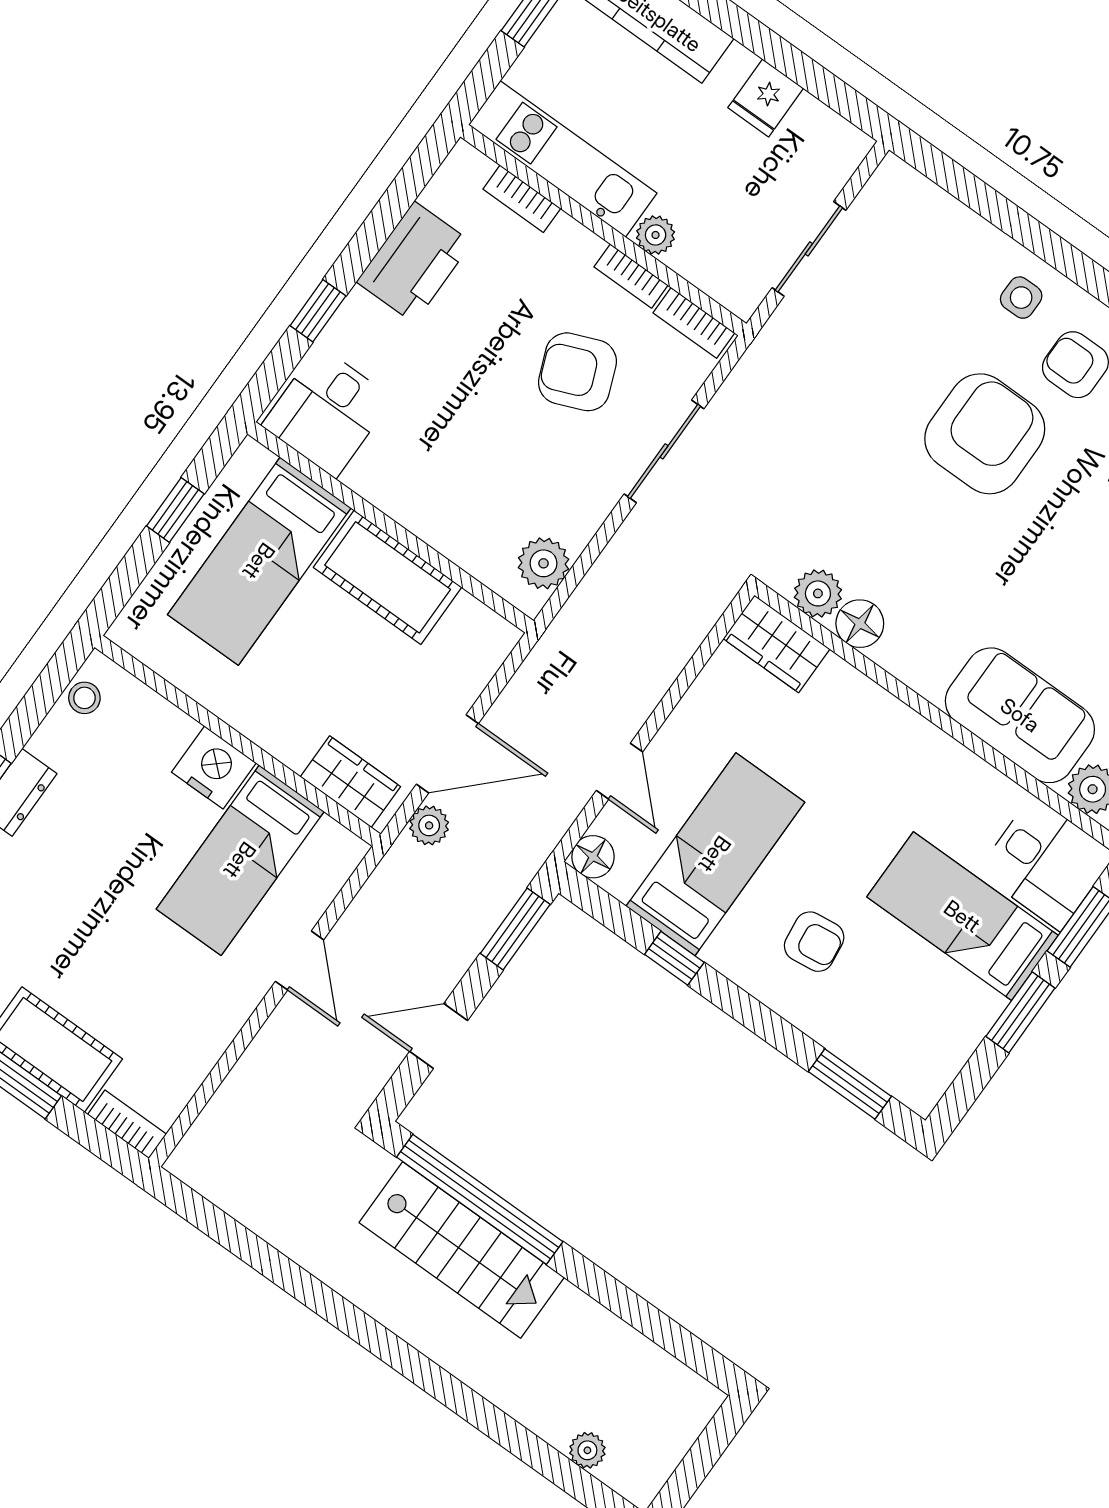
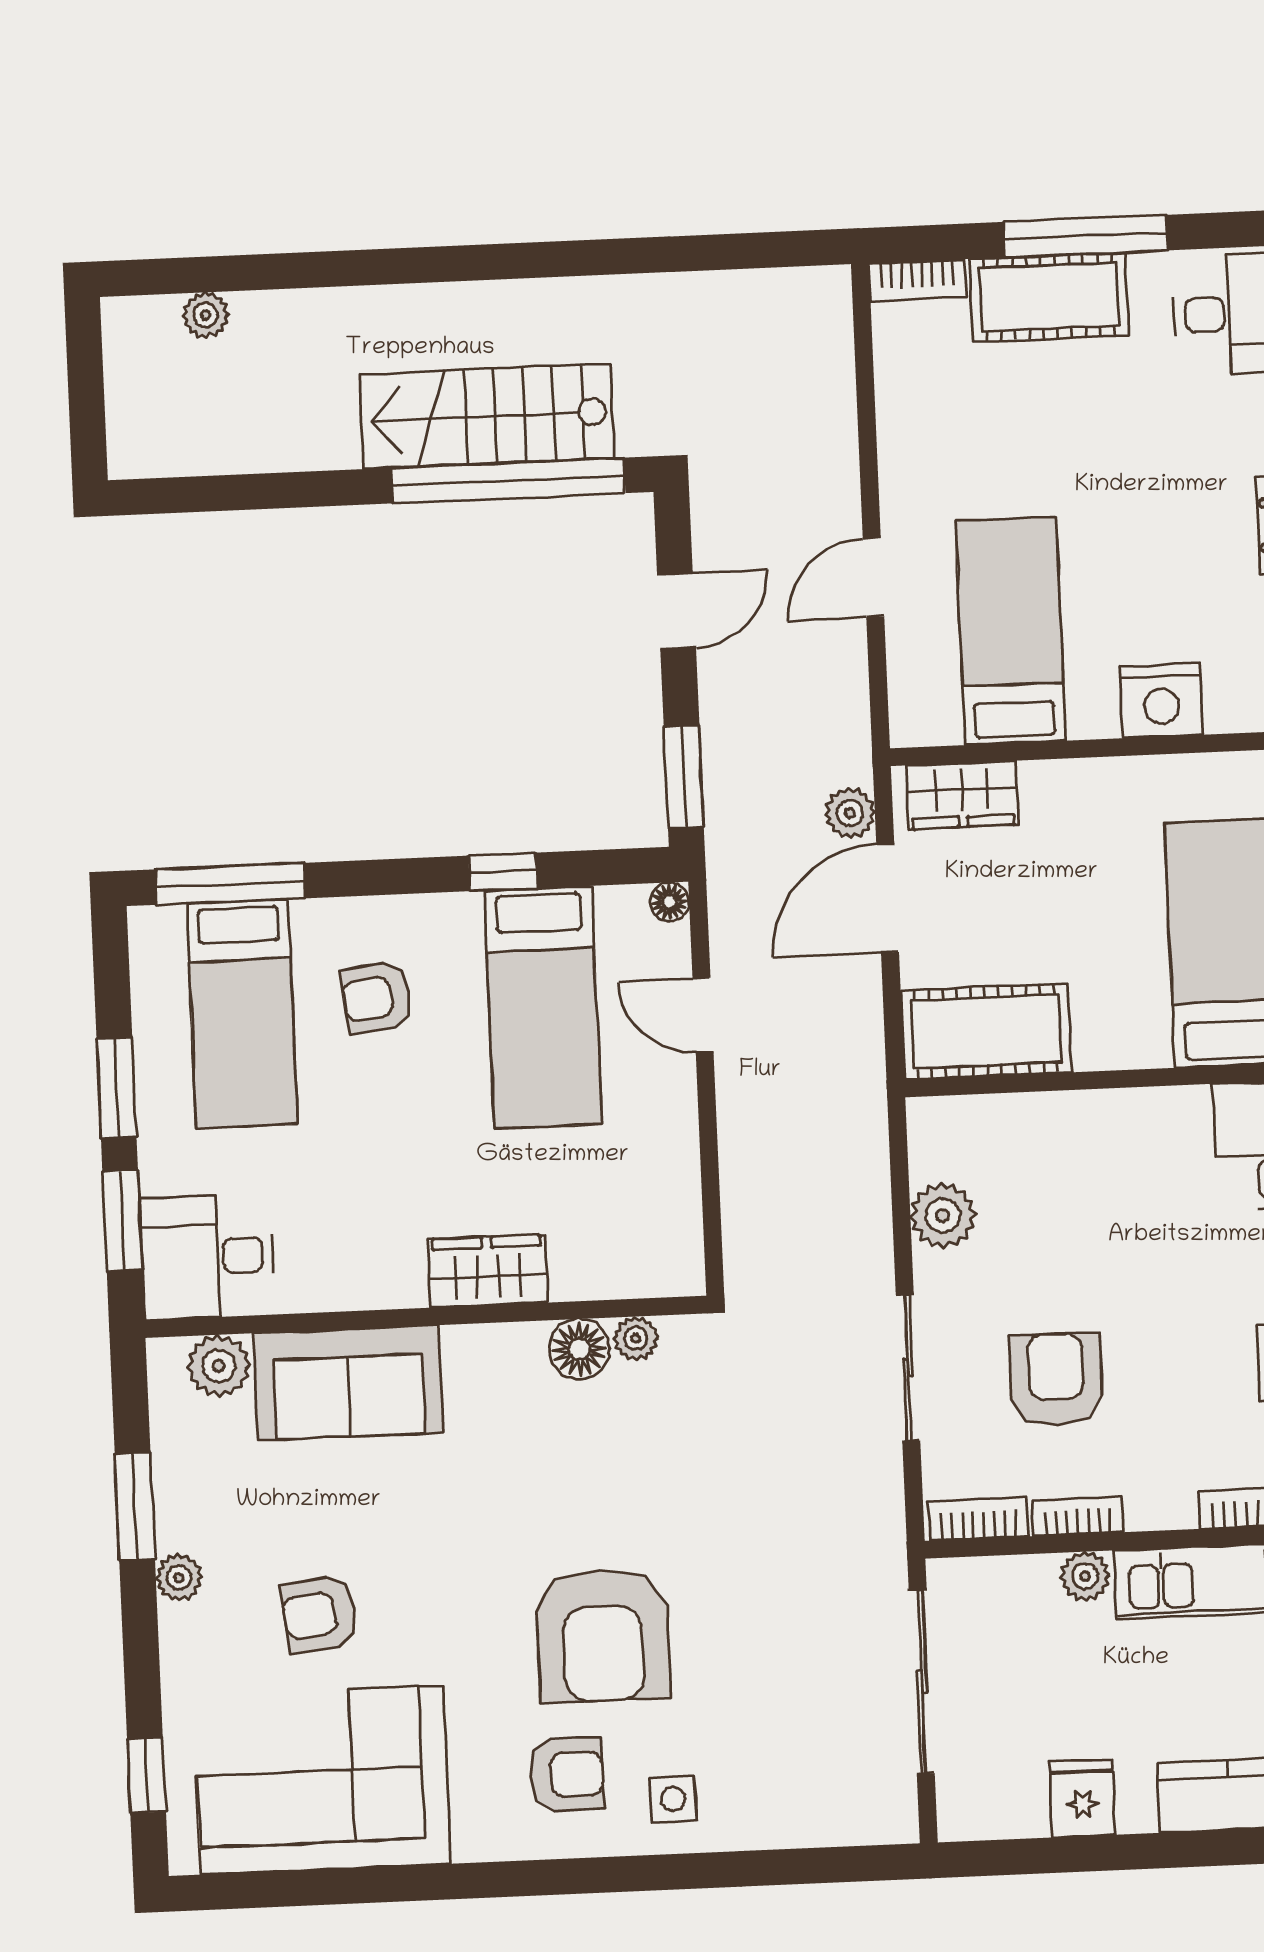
sliding door: (809, 249) -> (922, 1682), width x1.37
armchair: (577, 372) -> (1056, 1379), turned -68
plant: (544, 563) -> (943, 1216), moved
cot: (388, 577) -> (986, 1031), moved
plant: (818, 593) -> (636, 1339), width x0.73, depth x0.73
wardrobe: (777, 644) -> (488, 1271), moved
nightstand: (214, 767) -> (1161, 700), moved
floor lamp: (593, 857) -> (670, 902), width x0.73, depth x0.73
bed: (962, 916) -> (242, 1014), moved, turned 90
door: (299, 961) -> (874, 577), hinge flipped
window: (850, 1084) -> (230, 884), width x1.44

